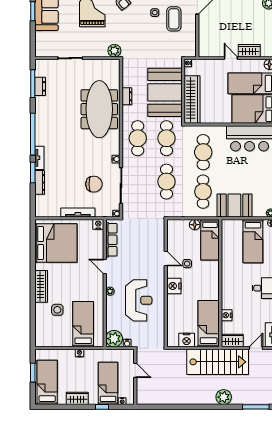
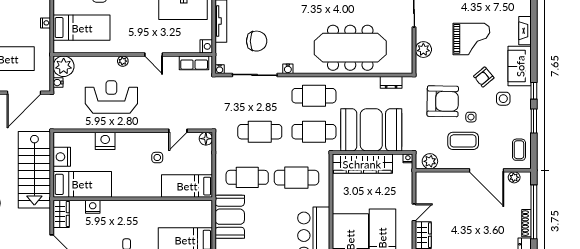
armchair: (142, 35) -> (443, 101), added
plant: (190, 45) -> (430, 161), added
plant: (114, 51) -> (423, 50), moved
dresser: (127, 96) -> (391, 82), moved
chair: (94, 184) -> (257, 41), turned -90
floor lamp: (195, 225) -> (206, 139), moved
row of seats: (111, 240) -> (194, 63), width x0.68
door: (166, 259) -> (178, 131), moved
door: (105, 267) -> (154, 54), swing flipped
nightstand: (174, 286) -> (105, 141), moved
reception desk: (139, 300) -> (111, 97), turned 180
stairs: (218, 362) -> (34, 170), moved
door: (135, 370) -> (24, 93), width x1.88

